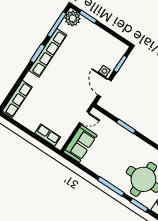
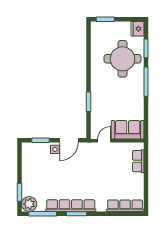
door: (84, 118) -> (104, 141), hinge flipped

